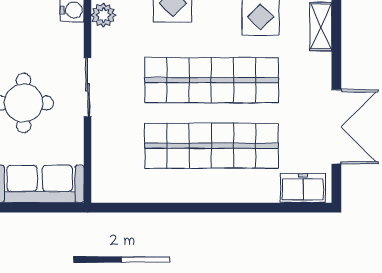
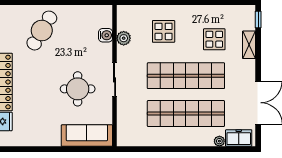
plant: (269, 194) -> (219, 141), added

